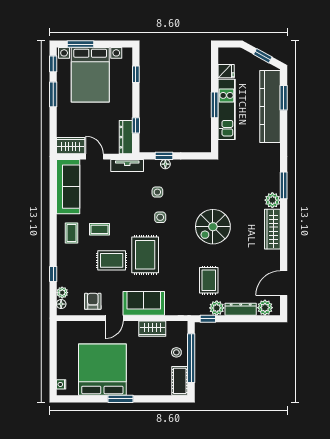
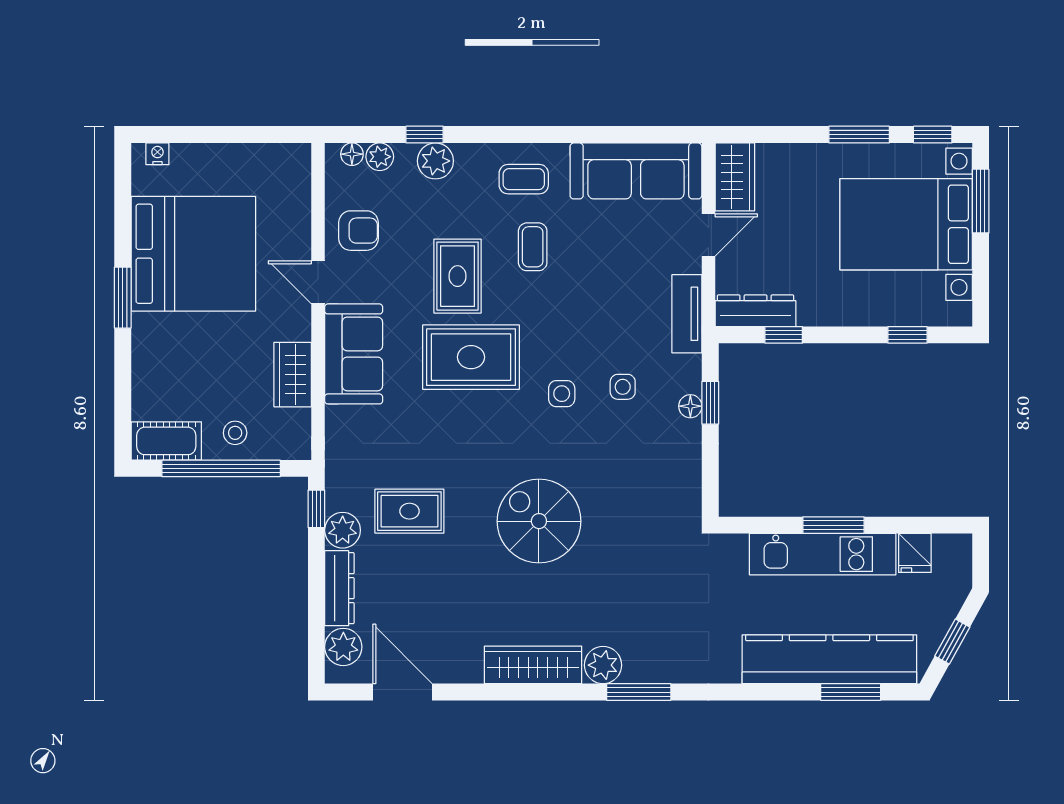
plant: (64, 270) -> (435, 161), added

